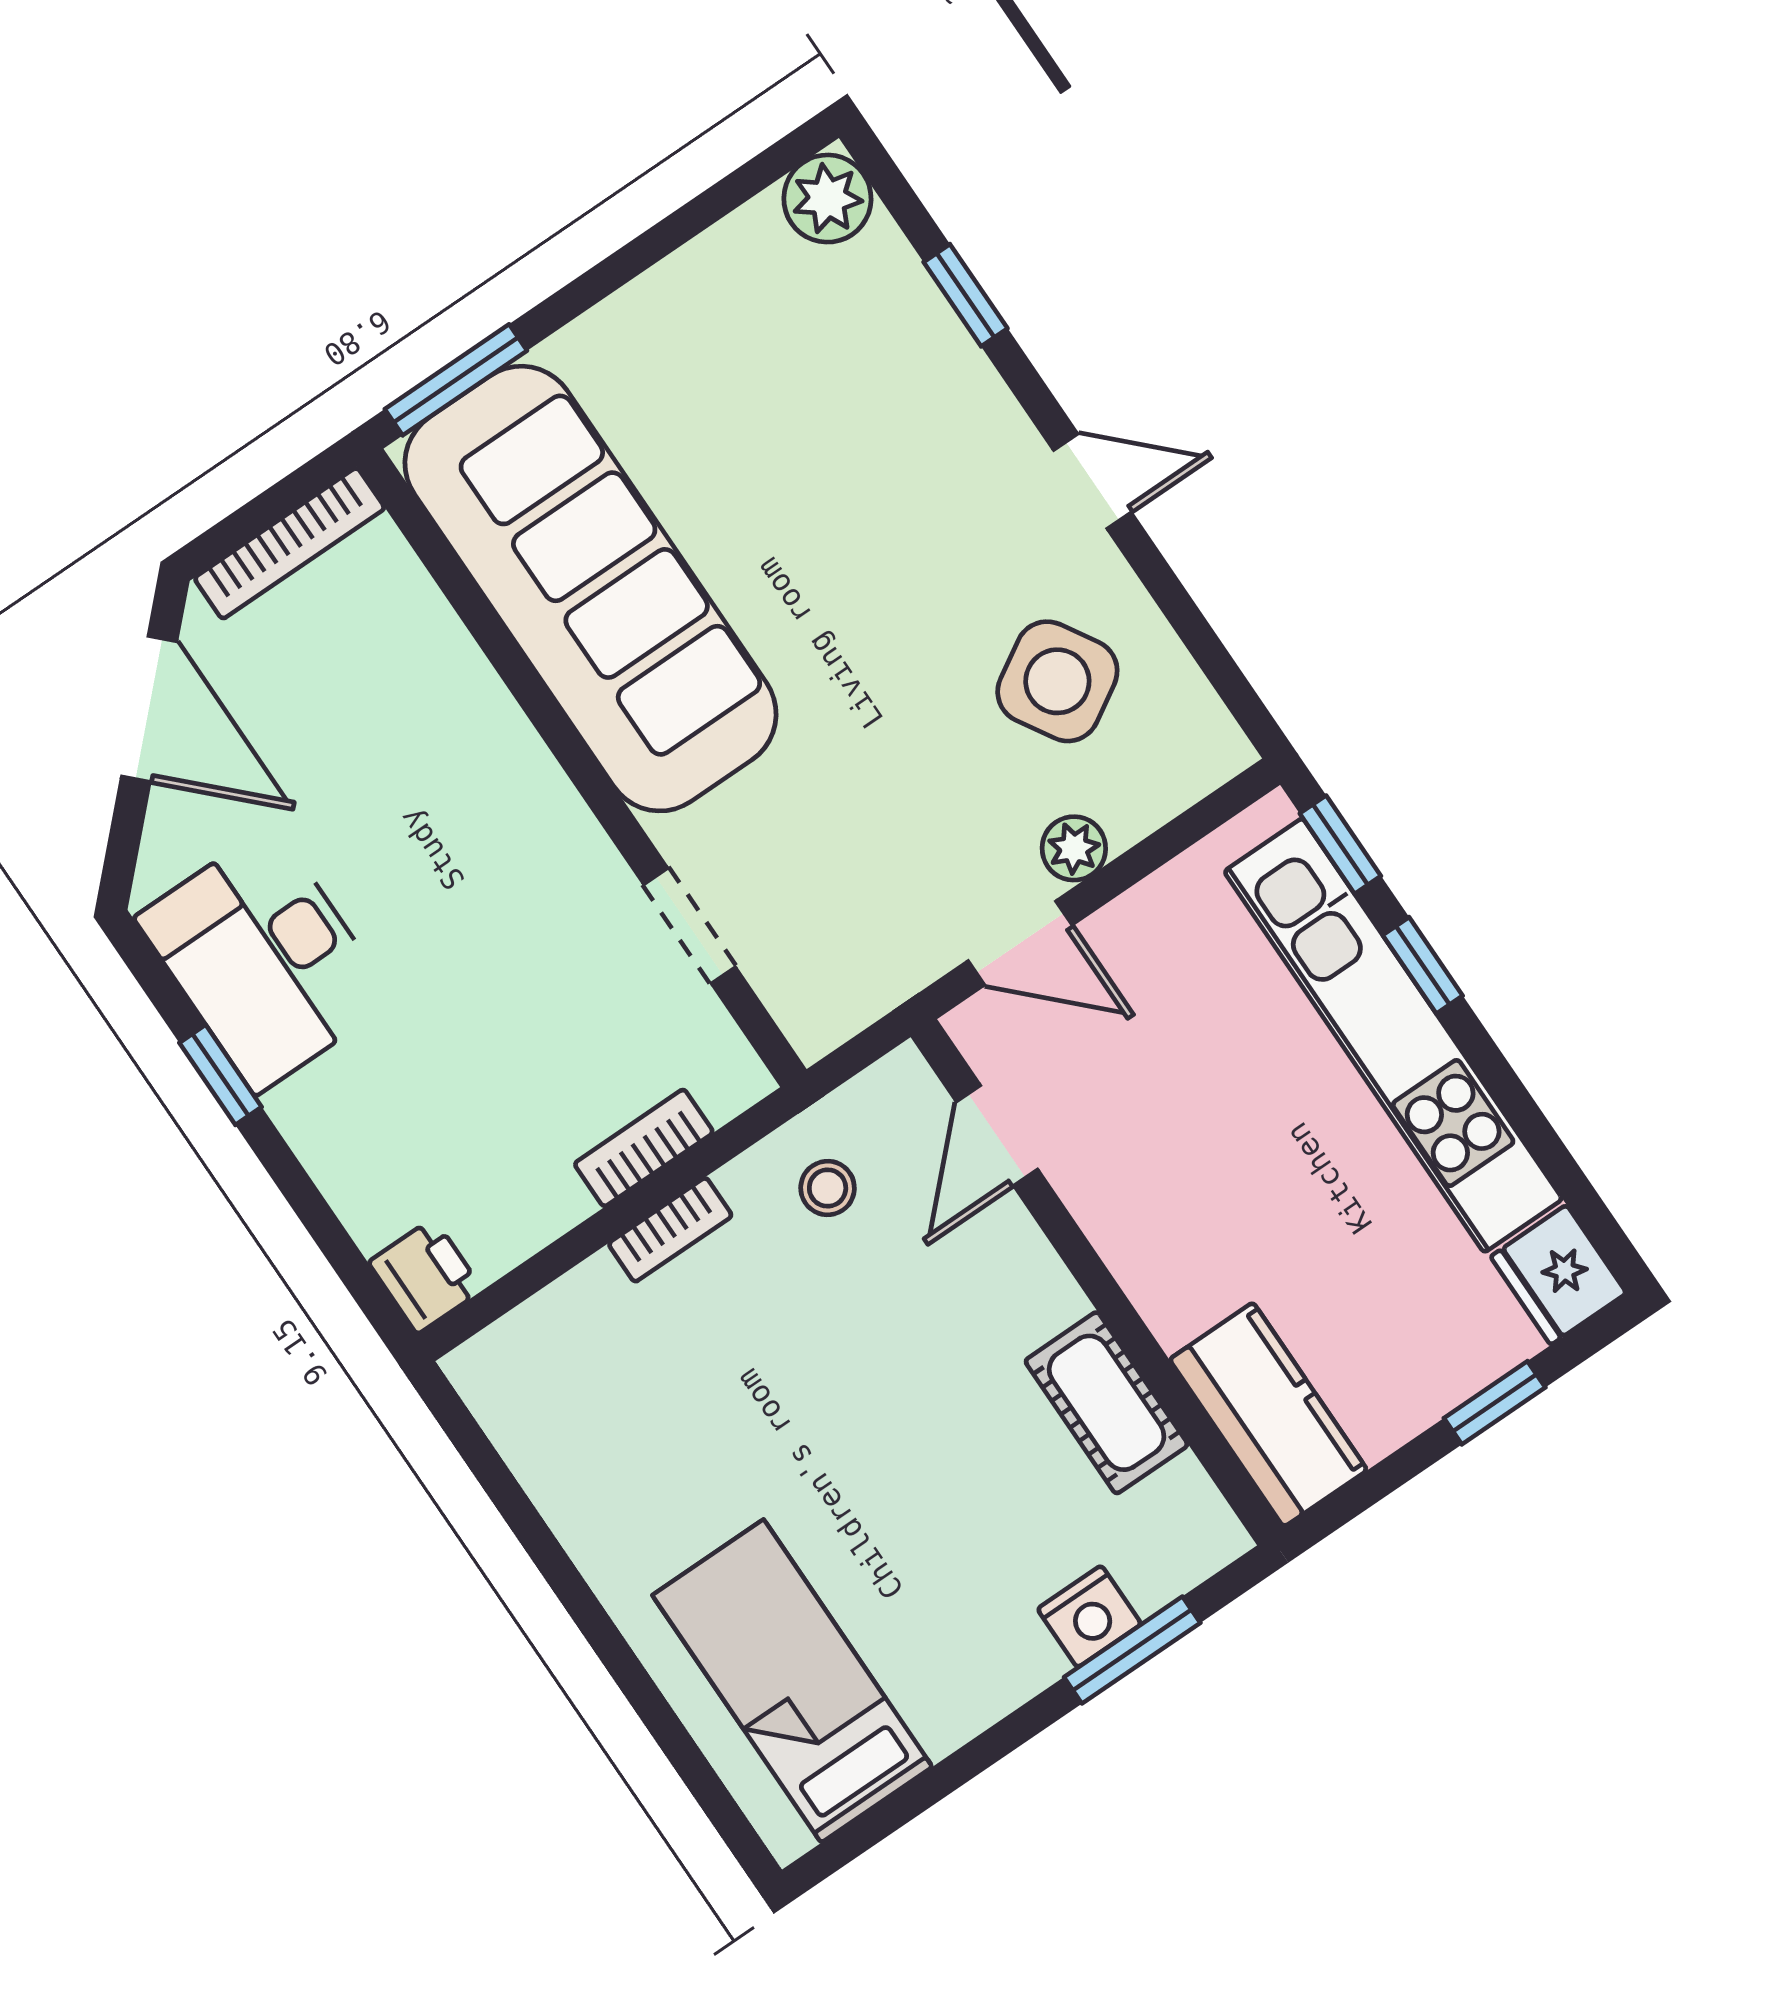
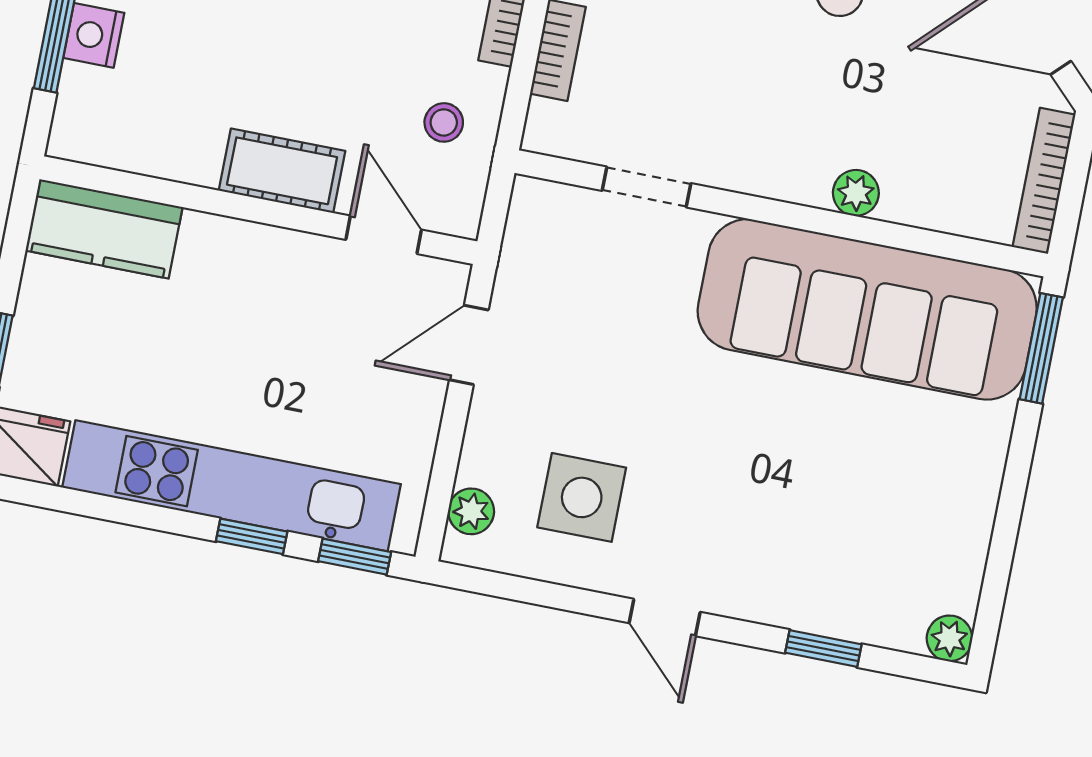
plant: (827, 199) -> (949, 638), width x0.73, depth x0.73
door: (1092, 481) -> (665, 617), hinge flipped
side table: (1057, 681) -> (582, 497), turned 31
plant: (488, 715) -> (856, 193), added
plant: (1074, 848) -> (471, 511), moved
cot: (1107, 1403) -> (282, 171), moved

